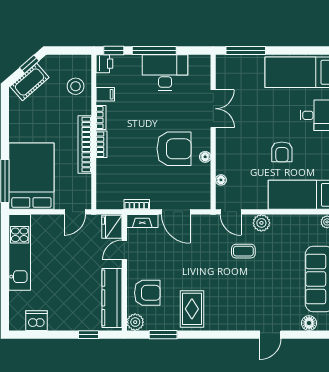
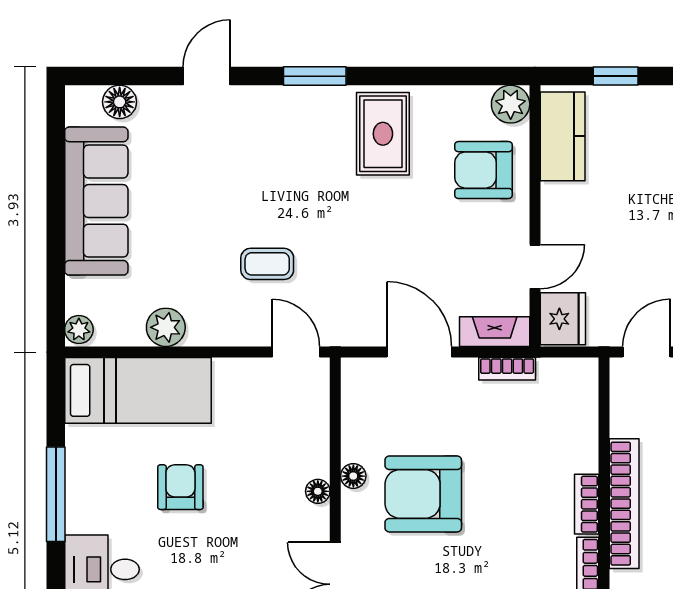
floor lamp: (221, 180) -> (318, 491), moved
plant: (261, 223) -> (166, 327), moved
kitchen counter: (112, 298) -> (563, 136), width x0.67
window: (163, 335) -> (315, 76), moved

